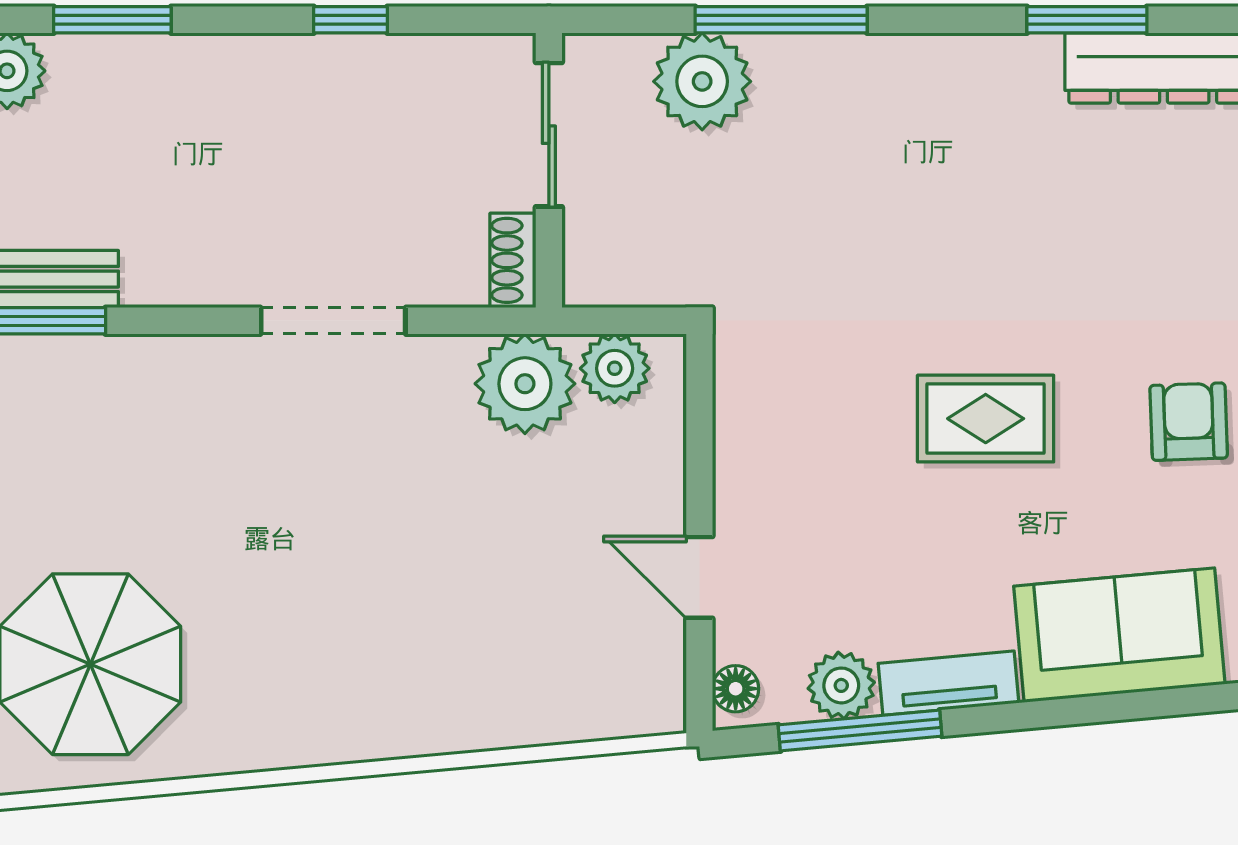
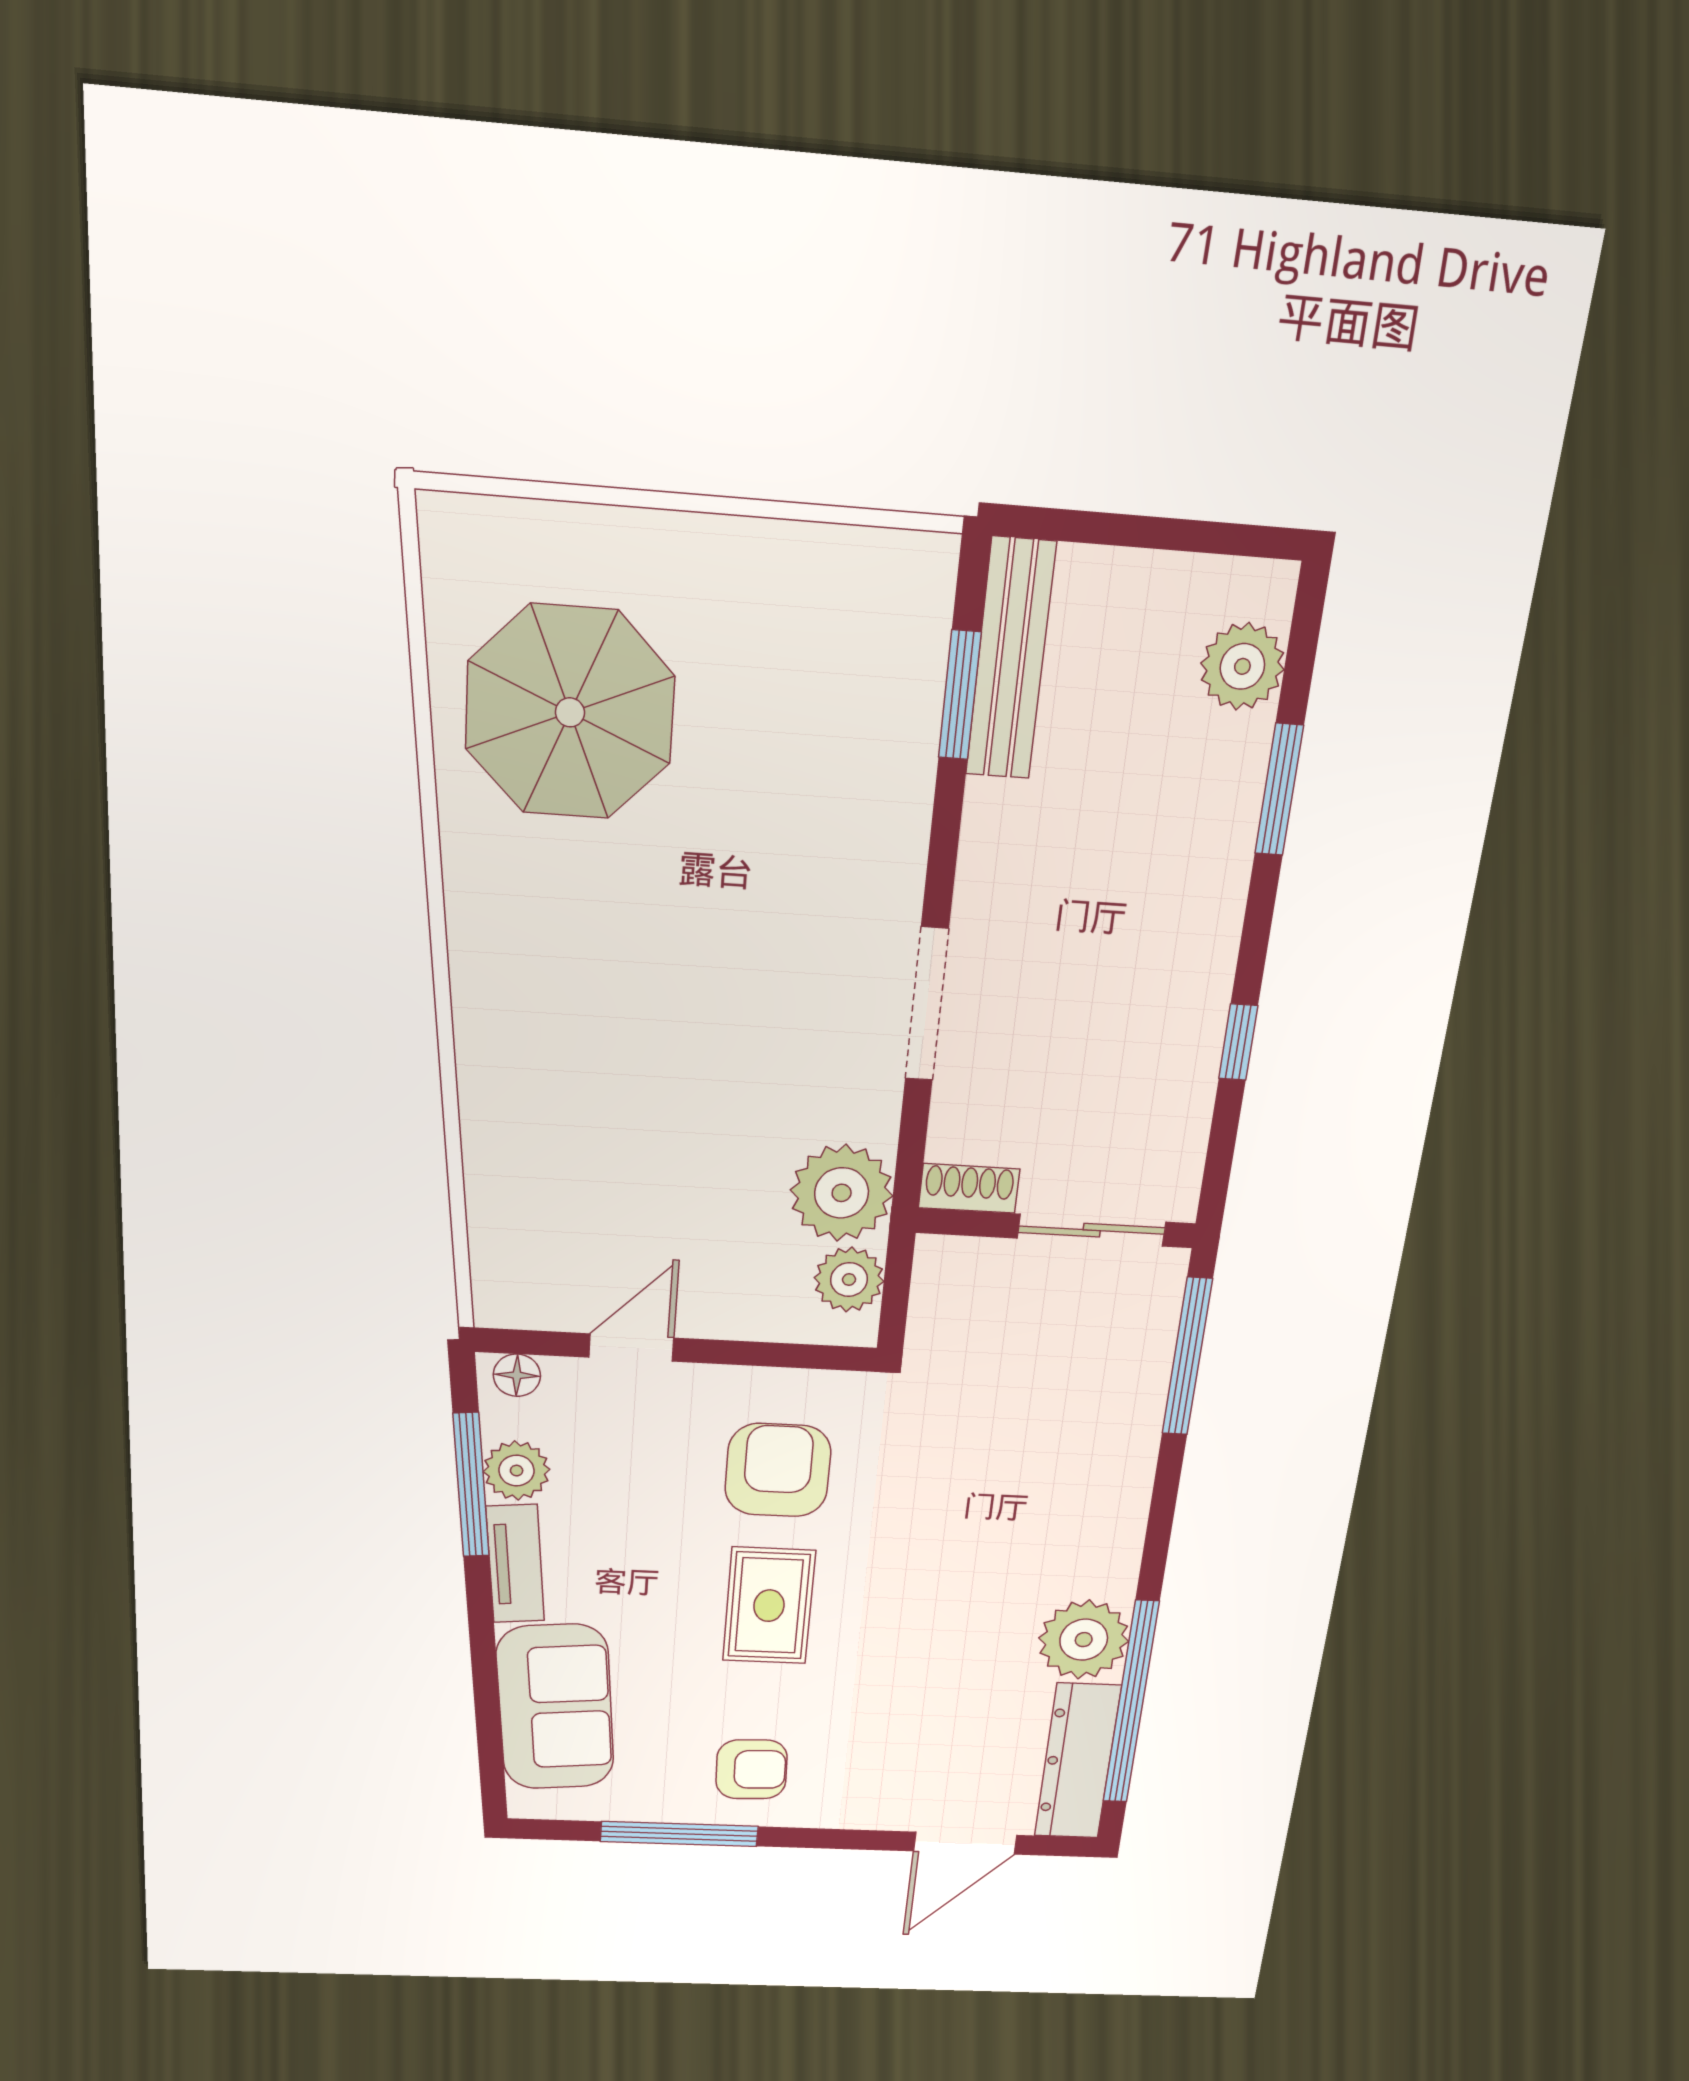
window: (781, 20) -> (1187, 1357), moved
window: (1087, 20) -> (1131, 1703), width x2.11
plant: (702, 81) -> (1084, 1640), moved
armchair: (827, 422) -> (778, 1470), added

